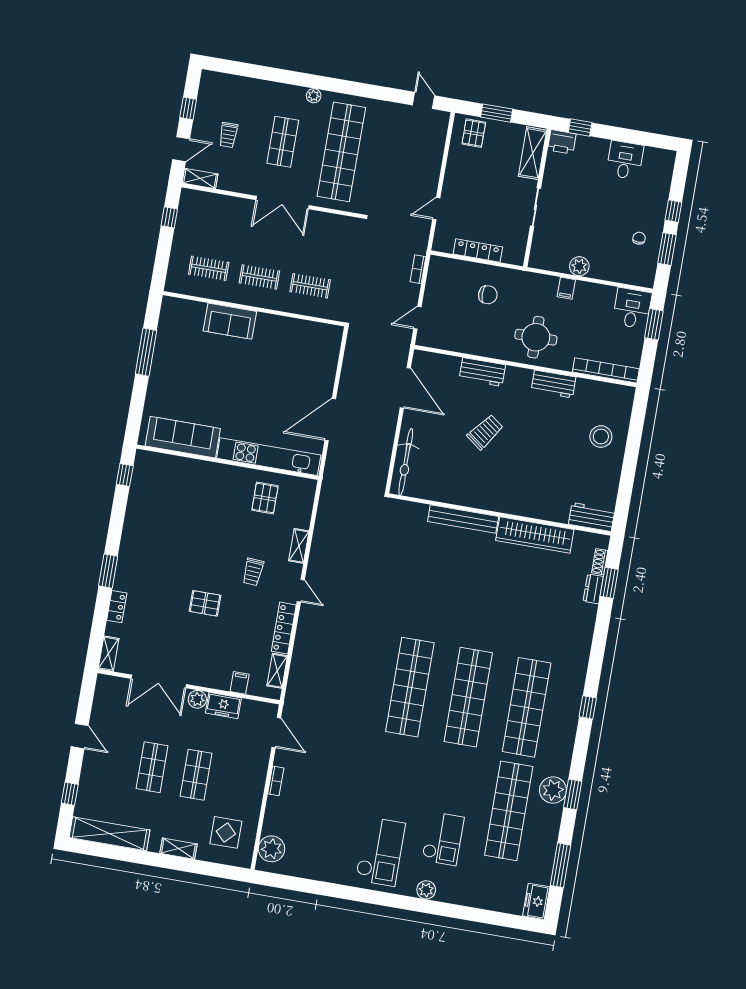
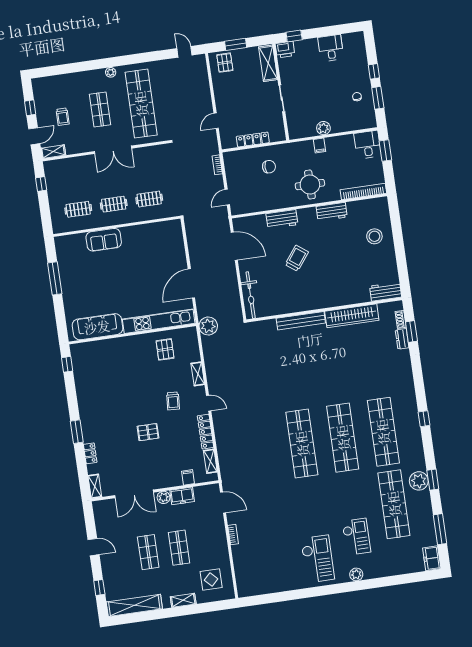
plant: (272, 849) -> (208, 326), moved

